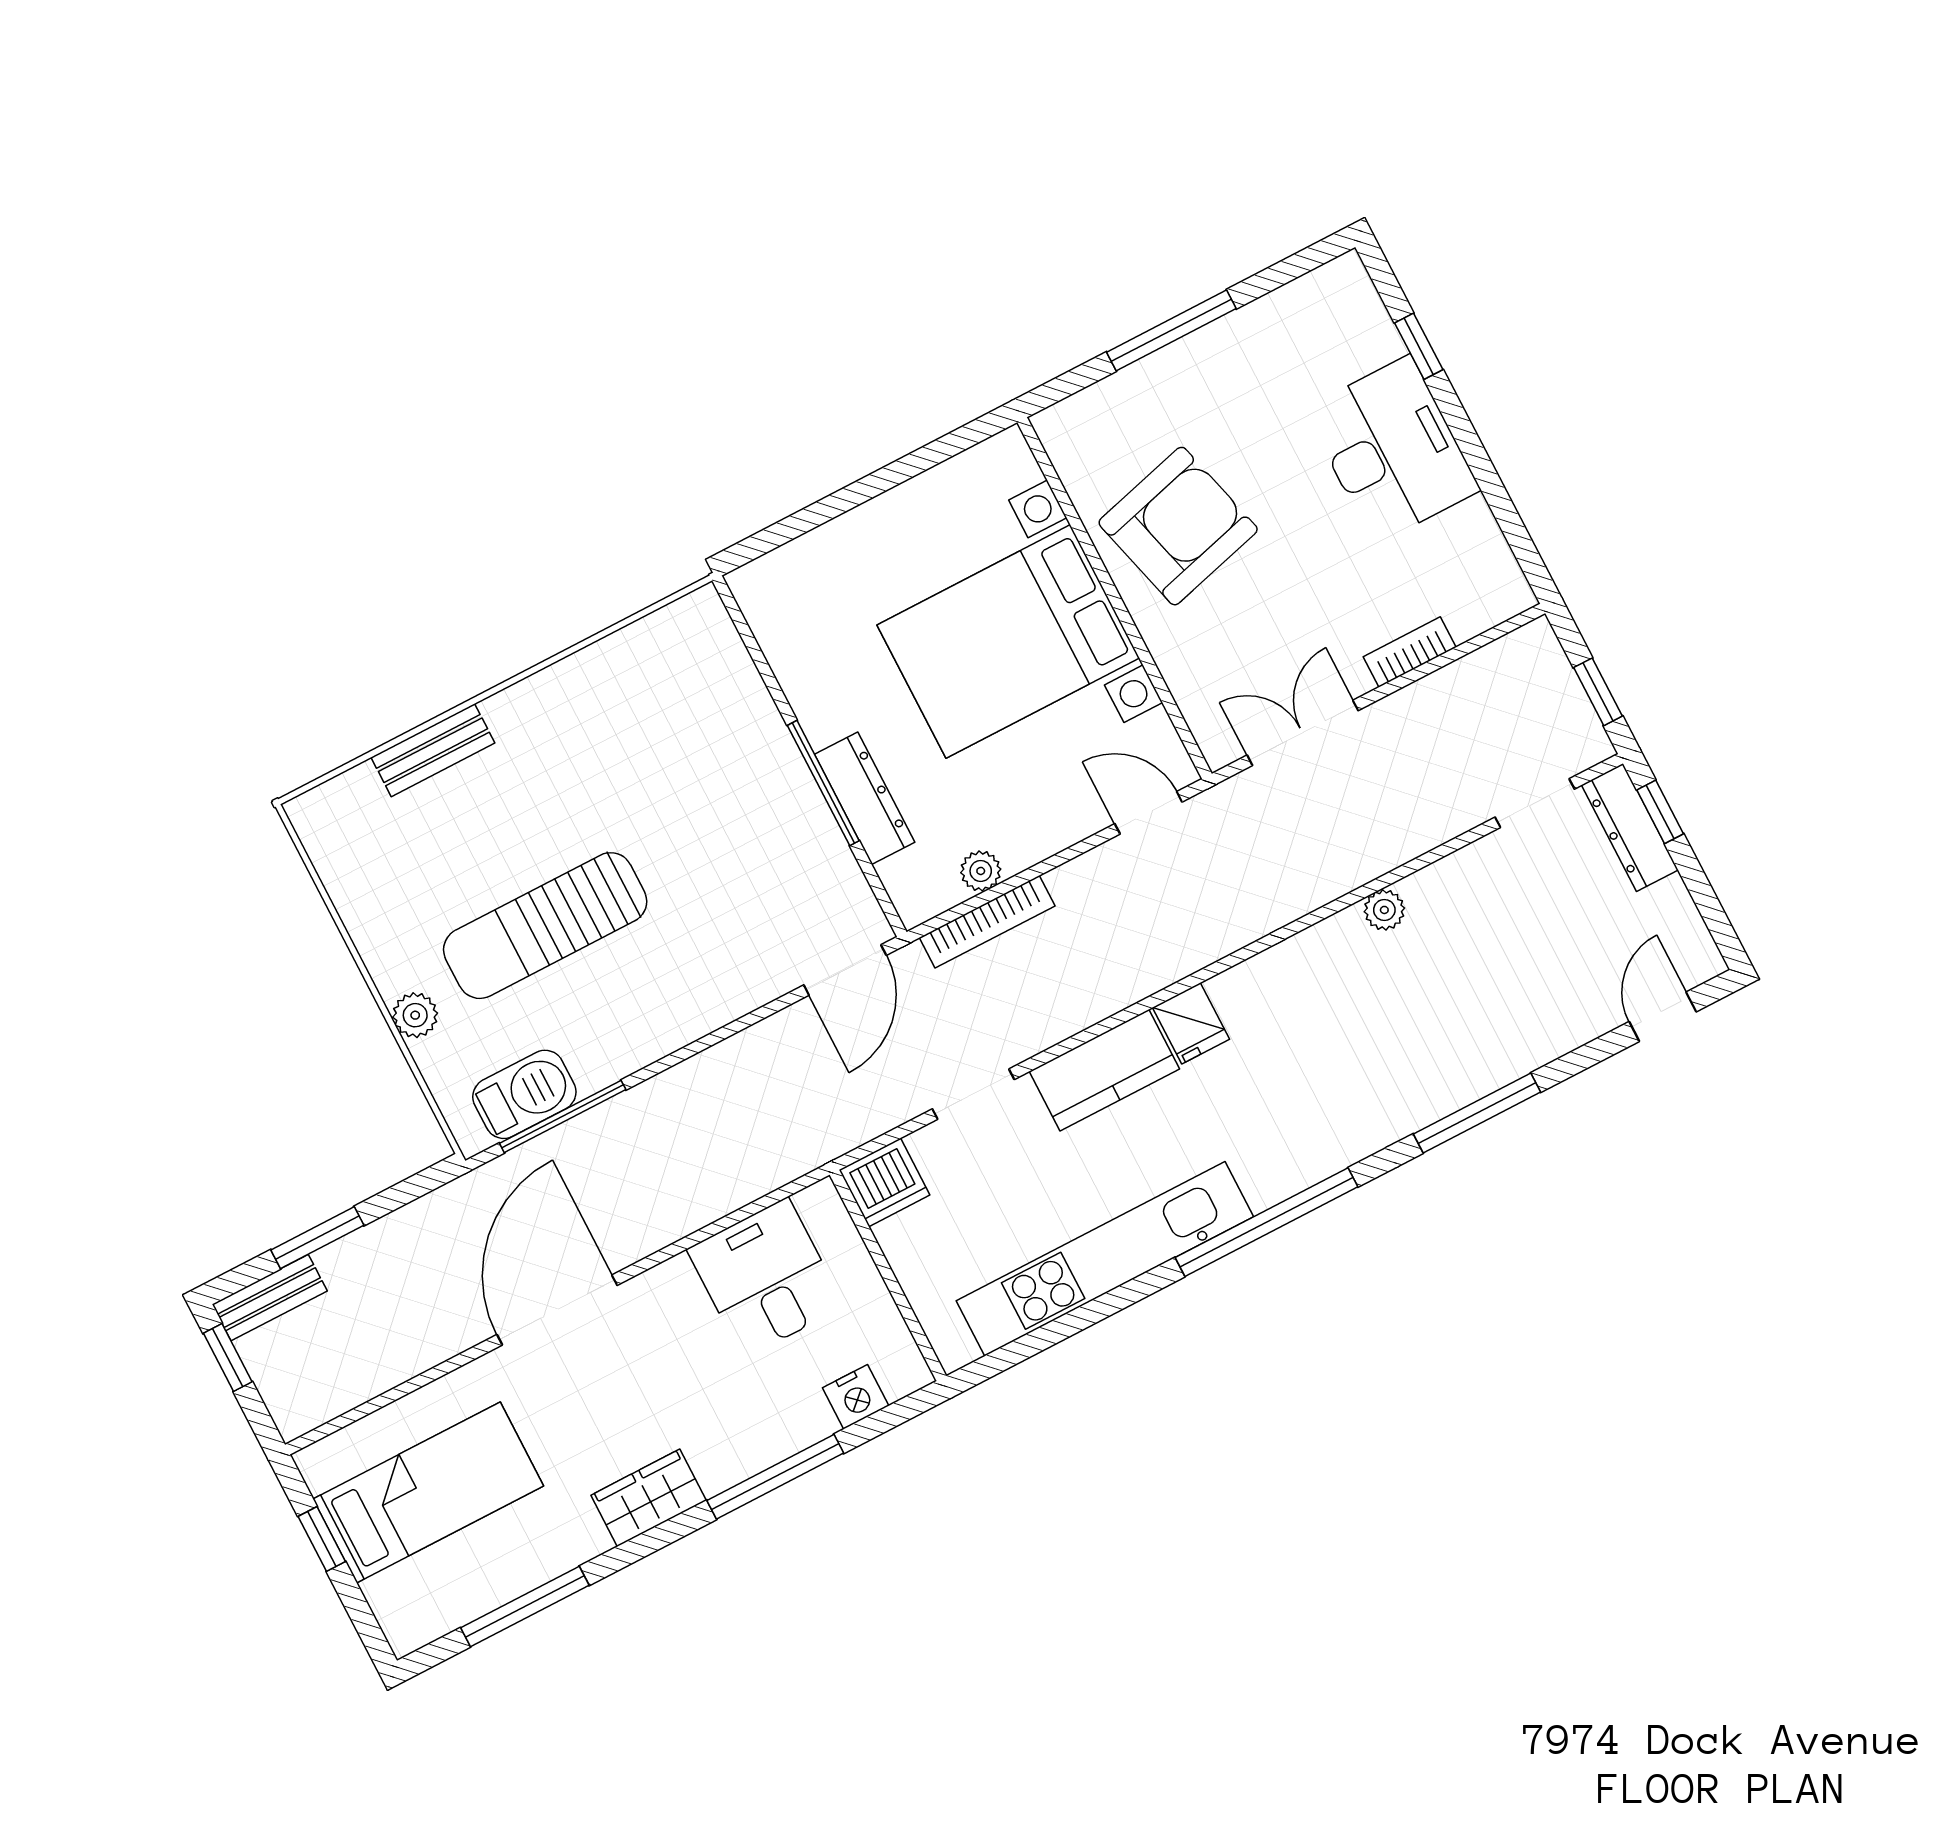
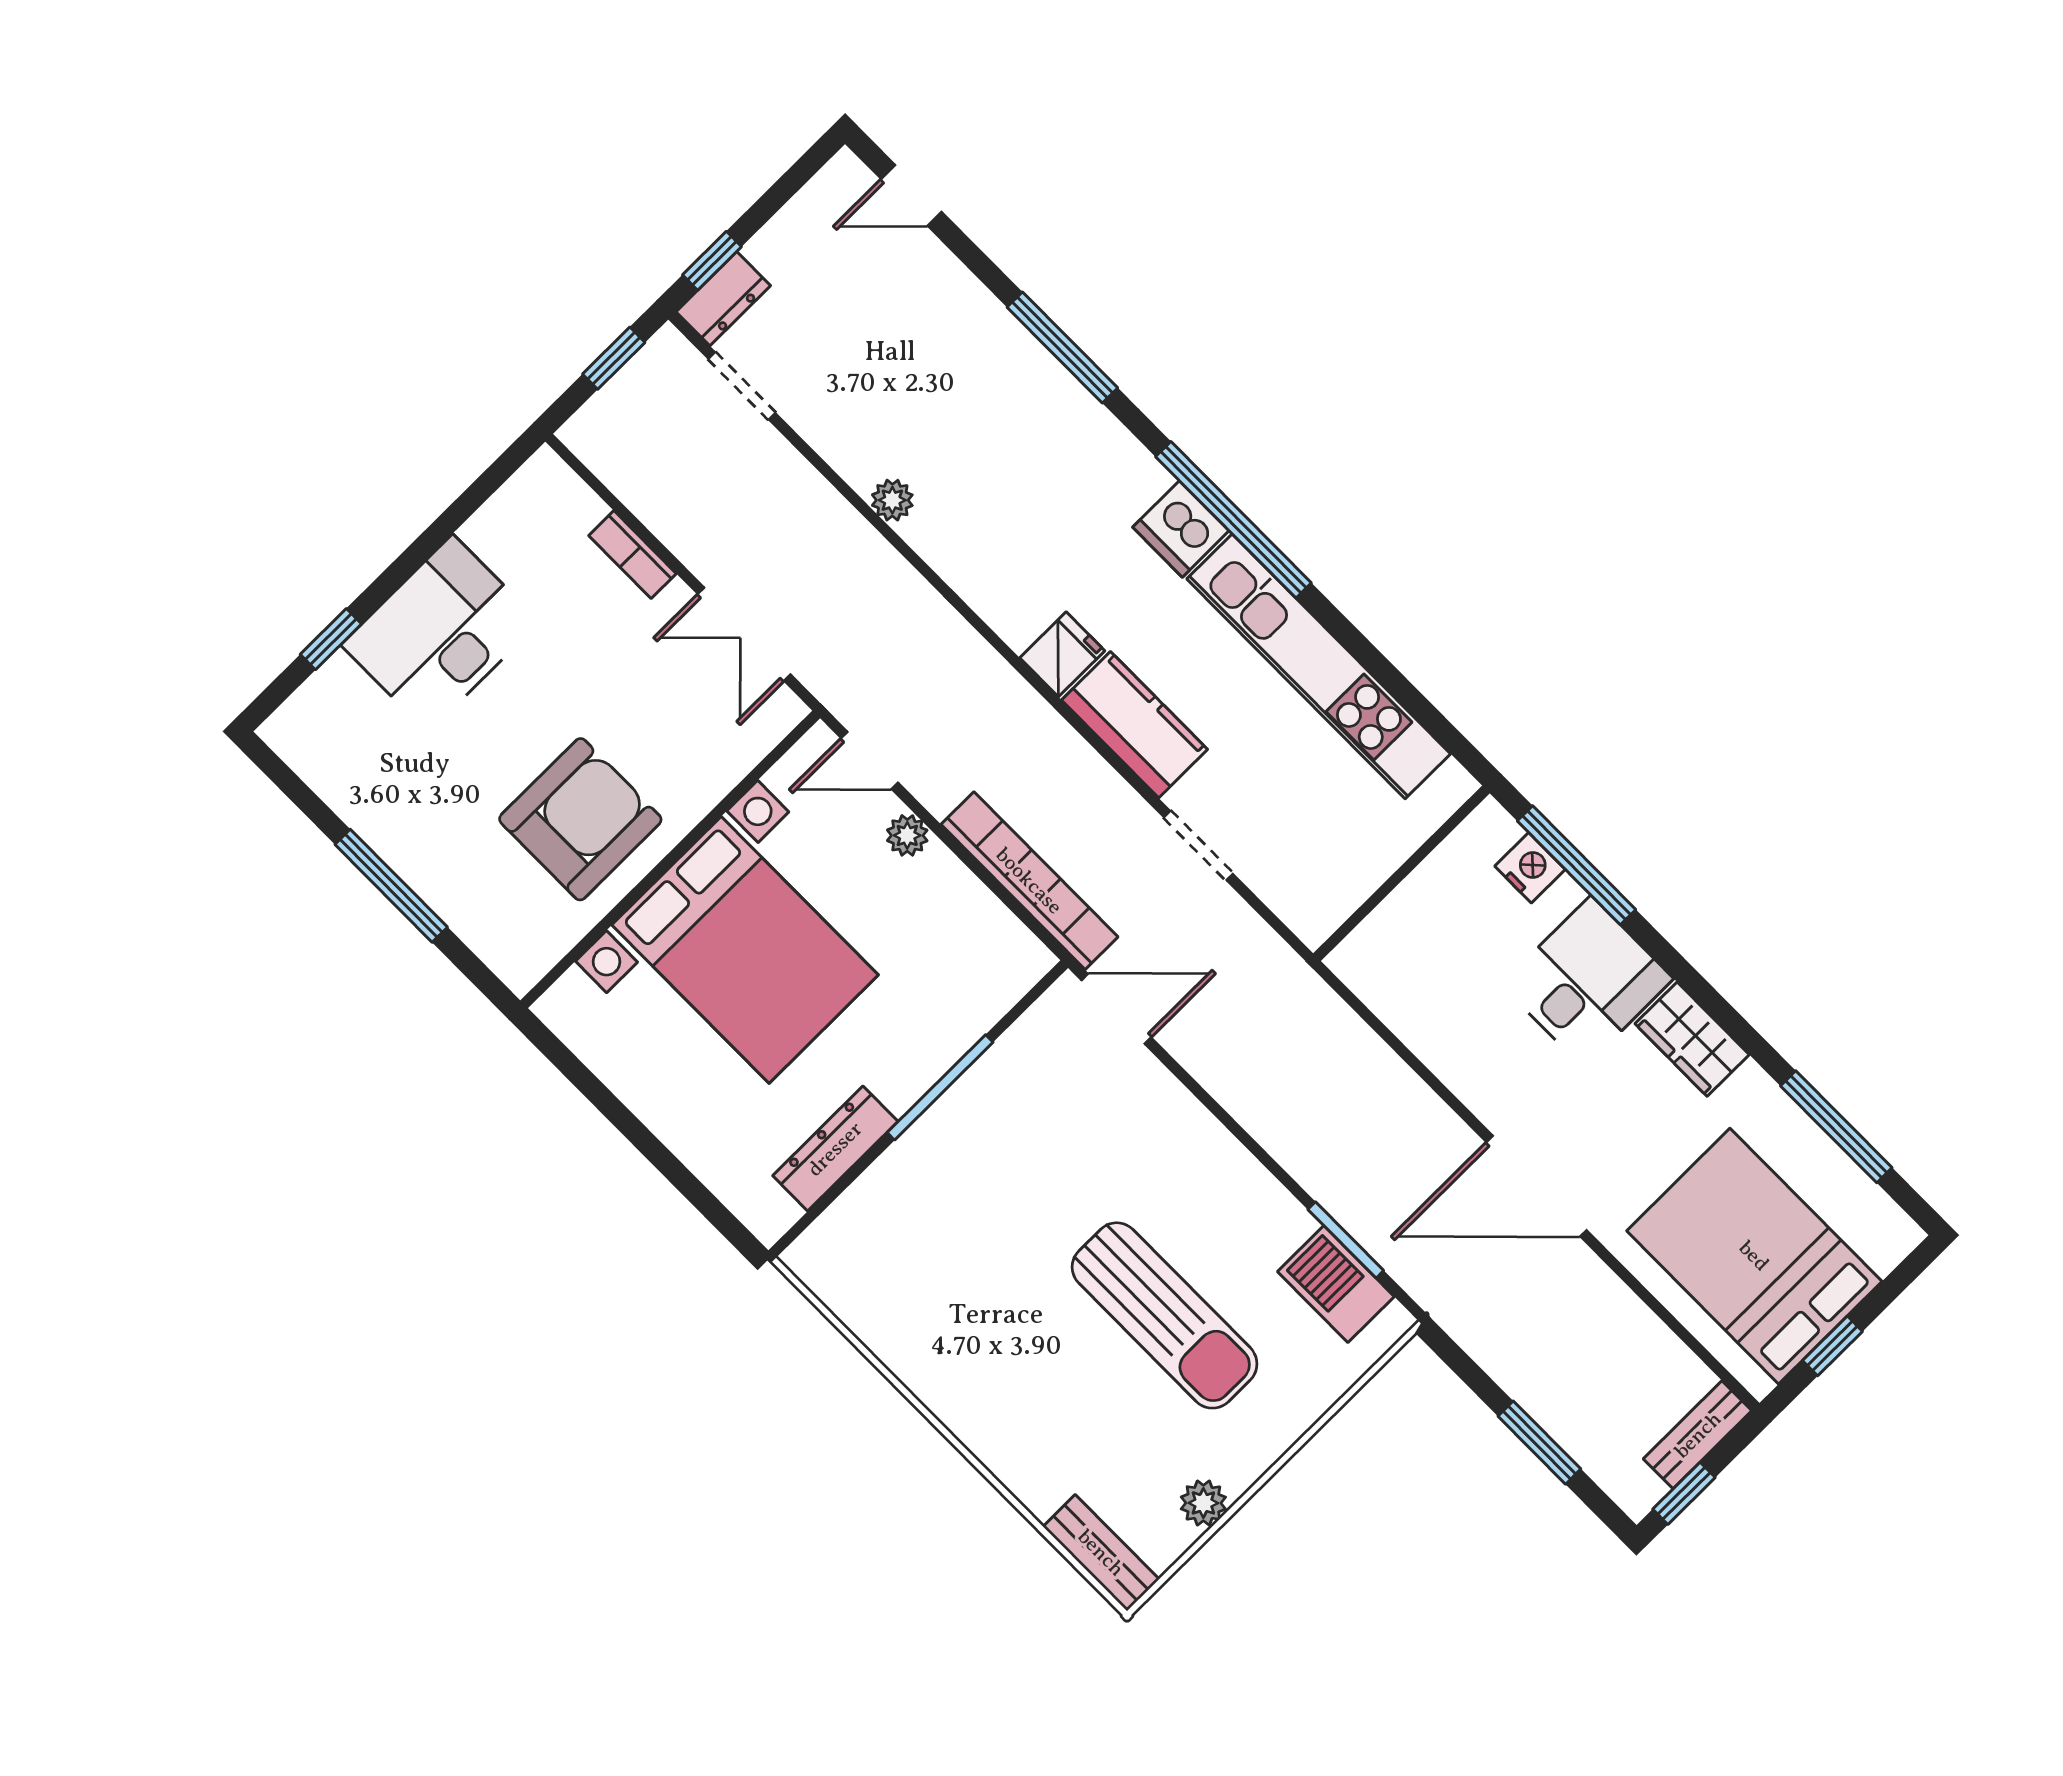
armchair: (1178, 526) -> (580, 819), turned 105
bench: (433, 750) -> (1101, 1553), moved
dresser: (865, 798) -> (835, 1149), moved
door: (1148, 813) -> (870, 760), hinge flipped
dresser: (1630, 828) -> (723, 299), width x0.70
plant: (981, 871) -> (907, 835), moved
bookcase: (987, 922) -> (1029, 881), width x1.48, depth x1.31
plant: (415, 1015) -> (1203, 1503), moved
window: (563, 1116) -> (1346, 1240), width x0.69
dishwasher: (885, 1182) -> (1181, 529), moved, turned 180
desk: (766, 1278) -> (1587, 982), moved, turned 180
bench: (270, 1298) -> (1698, 1435), moved, turned 90
window: (775, 1477) -> (1577, 865), moved
bed: (428, 1492) -> (1754, 1256), width x1.50

